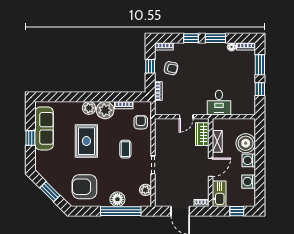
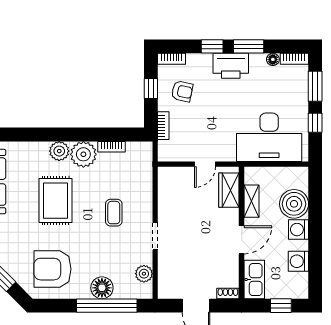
printer: (203, 51) -> (231, 66), added
desk: (219, 103) -> (269, 137), width x1.87, depth x1.30
armchair: (141, 122) -> (137, 172), removed

